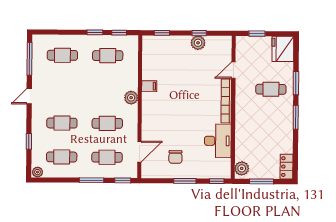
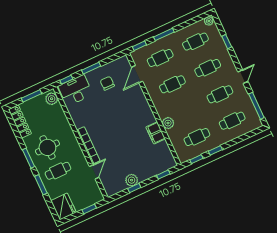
filing cabinet: (149, 86) -> (156, 133), width x2.00
cafe table: (62, 89) -> (220, 94), added
plant: (131, 98) -> (168, 123), moved
round table: (270, 119) -> (47, 147), added
desk: (218, 141) -> (75, 90), moved, turned 90
locker: (286, 167) -> (20, 122), width x1.53

